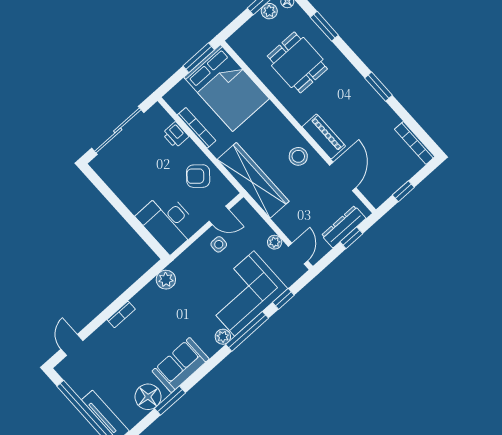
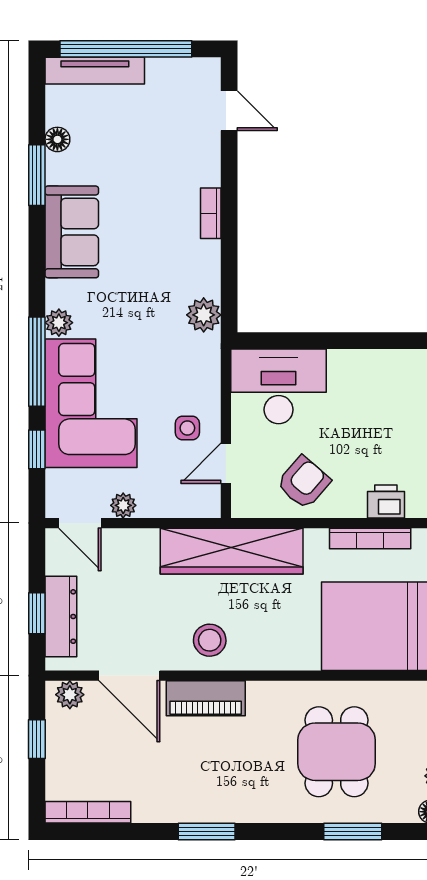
dining table: (297, 62) -> (337, 752), turned 90
plant: (373, 194) -> (70, 695), added
floor lamp: (148, 397) -> (57, 139), width x0.53, depth x0.53

